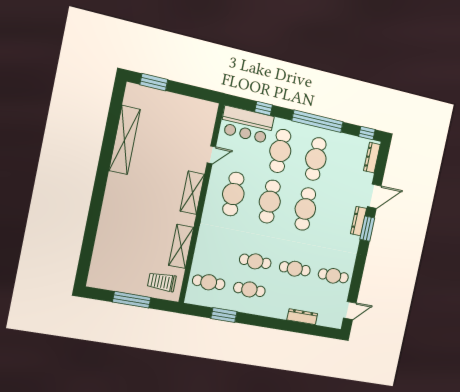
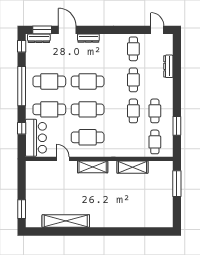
window: (367, 229) -> (42, 30), moved
trolley: (162, 282) -> (160, 176), removed
window: (132, 300) -> (177, 184), moved

